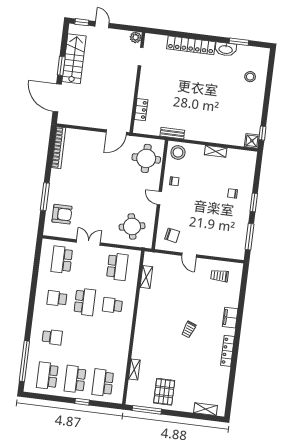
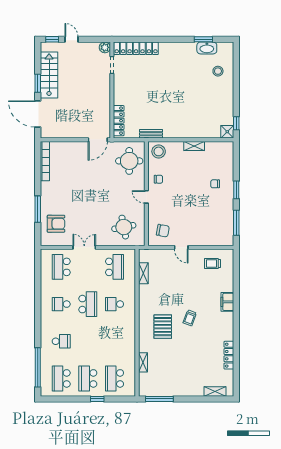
locker: (191, 45) -> (136, 48), moved
washbasin: (226, 49) -> (207, 48), moved
locker: (141, 110) -> (119, 121), width x1.53
locker: (227, 351) -> (229, 355), moved
pallet: (164, 392) -> (163, 327), moved

